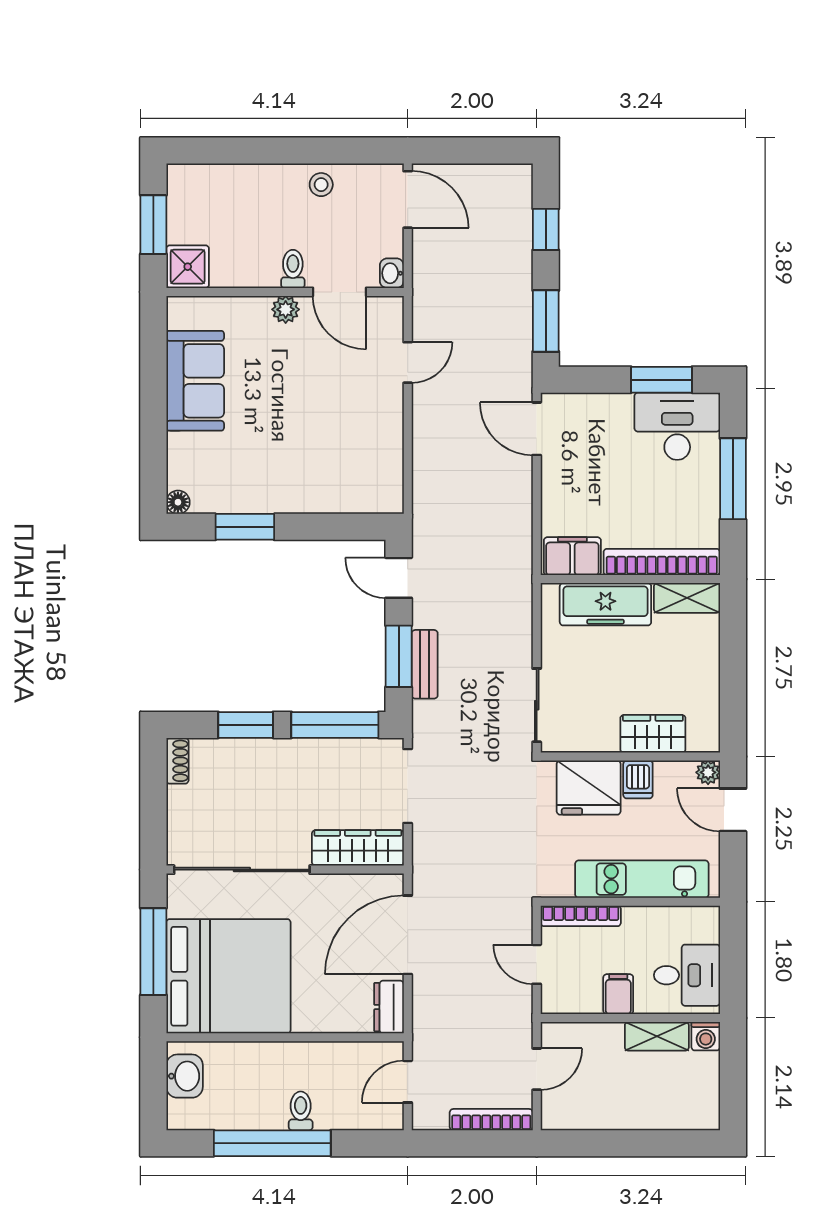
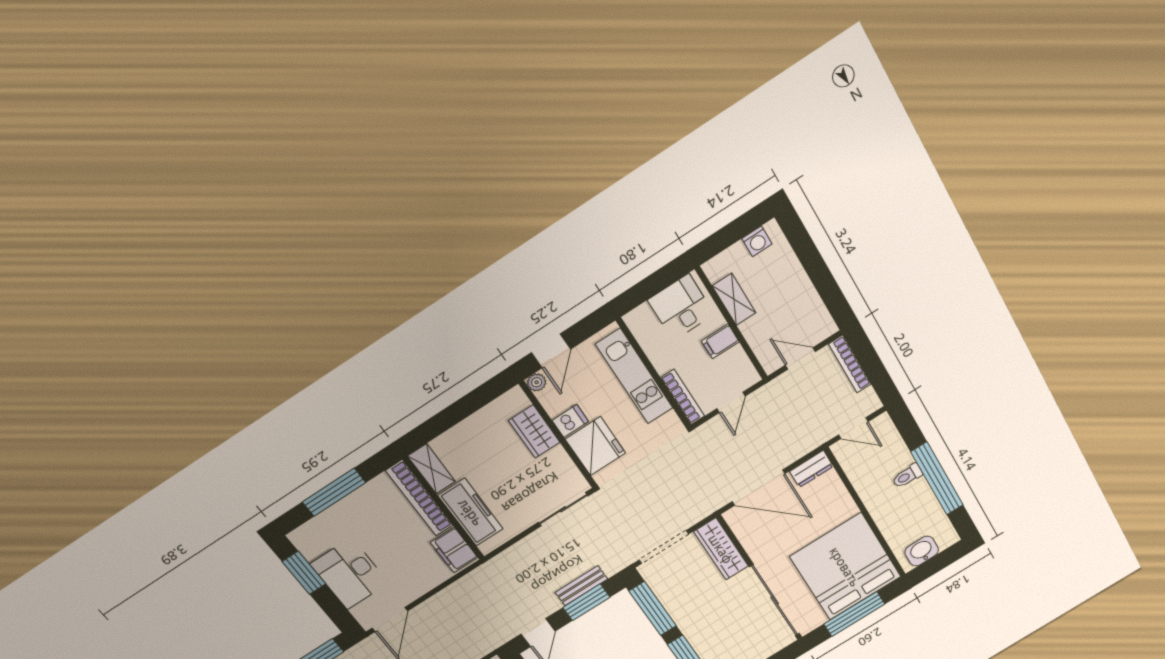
desk: (677, 426) -> (349, 574), moved
washing machine: (706, 1036) -> (757, 241), moved, turned 90

